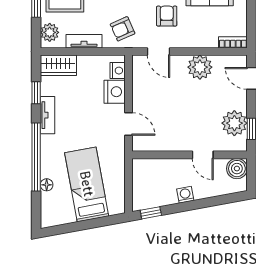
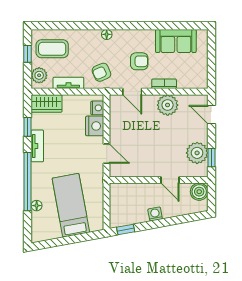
armchair: (167, 16) -> (139, 61), turned 90
bookcase: (233, 42) -> (164, 84), moved

